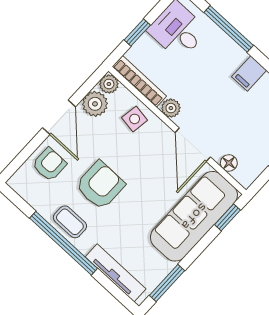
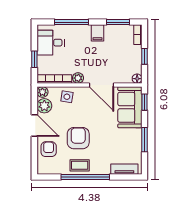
floor lamp: (229, 163) -> (137, 79), moved
sofa: (194, 216) -> (130, 107), width x0.73
tv unit: (116, 273) -> (124, 169), width x0.71
window: (167, 283) -> (144, 140), moved

